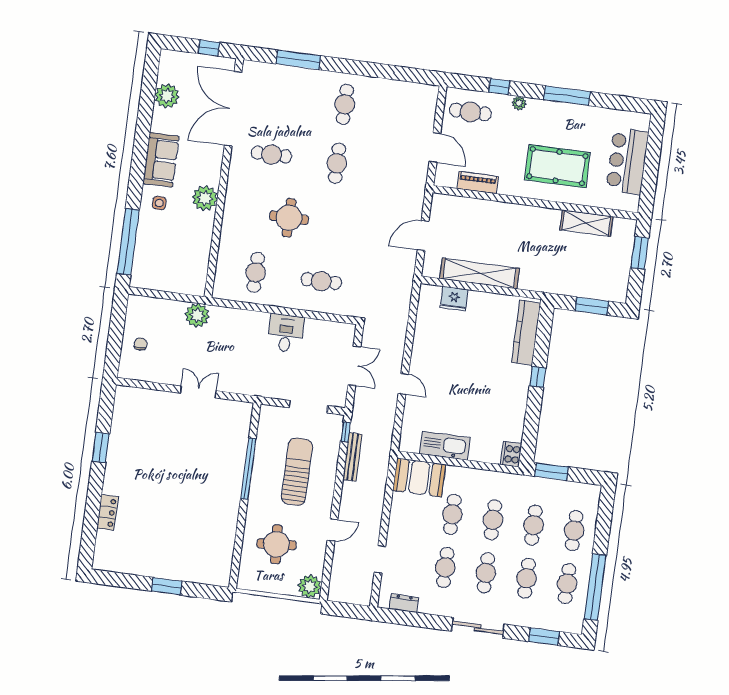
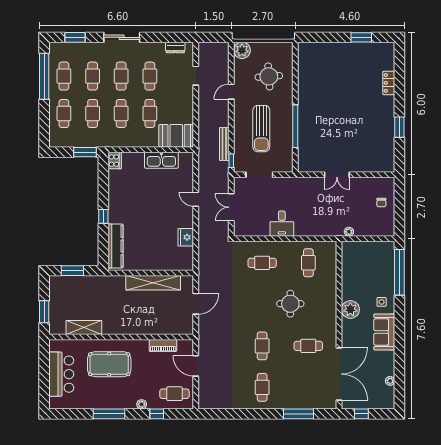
plant: (167, 96) -> (390, 381), width x0.53, depth x0.53
fridge: (454, 299) -> (186, 237), moved, turned -90
plant: (197, 315) -> (349, 232), width x0.53, depth x0.53
window: (167, 586) -> (361, 37), moved

